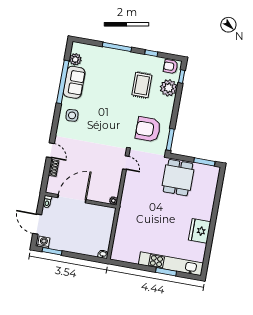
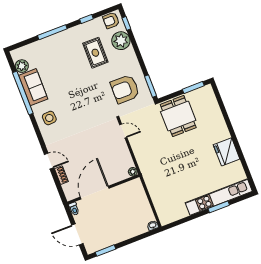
washing machine: (44, 242) -> (93, 247), removed

